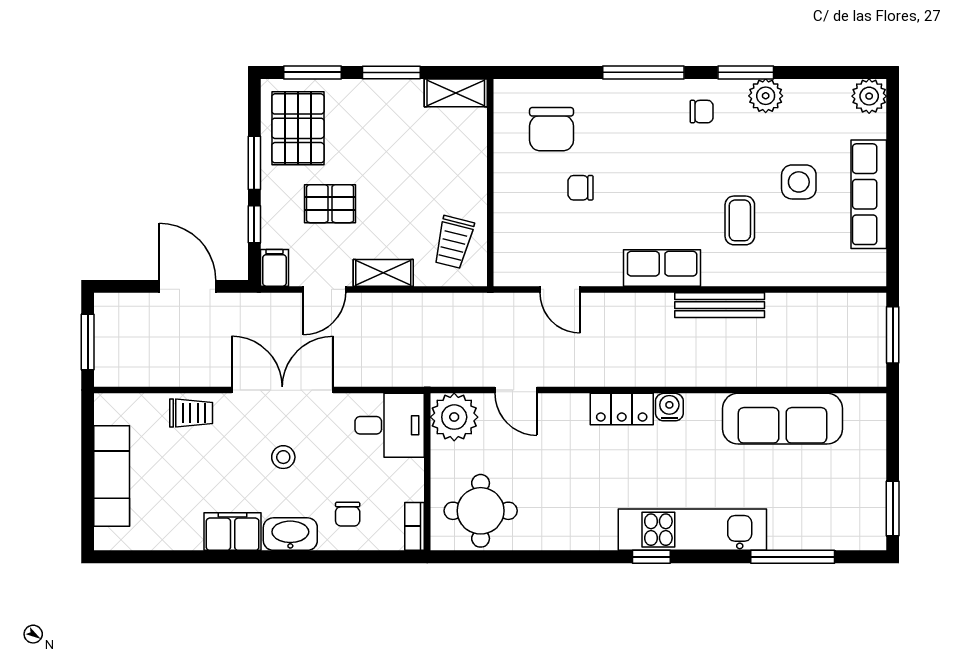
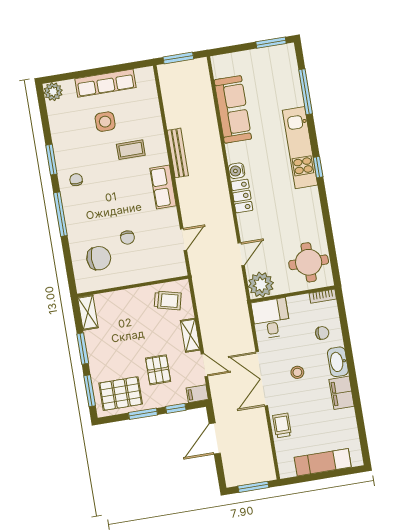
plant: (766, 96) -> (62, 147), removed

